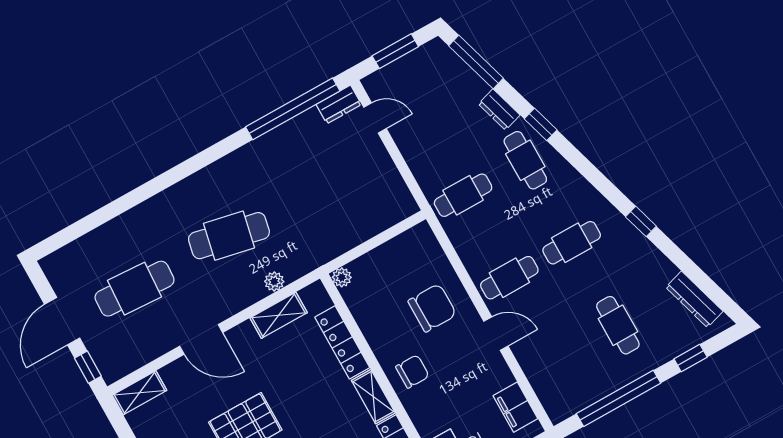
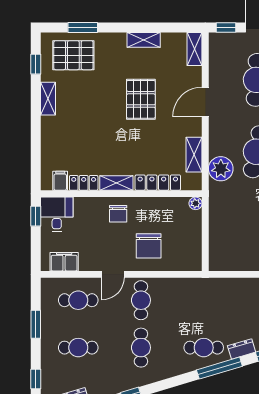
window: (541, 124) -> (219, 368), width x2.17
cafe table: (463, 195) -> (78, 300), moved, turned 90
plant: (274, 281) -> (221, 169), width x1.88, depth x1.88
window: (619, 398) -> (36, 324), width x0.47

